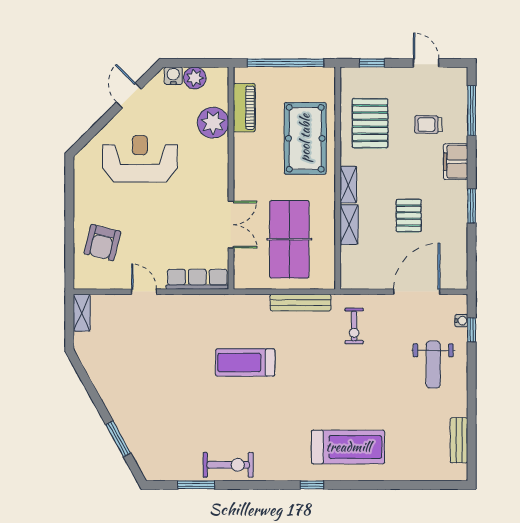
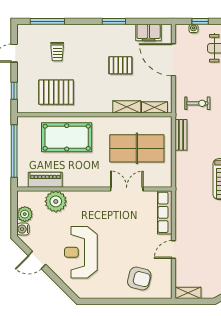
filing cabinet: (456, 162) -> (149, 33), moved
shelving: (348, 185) -> (154, 107), moved
bench: (301, 303) -> (181, 135), width x0.73

